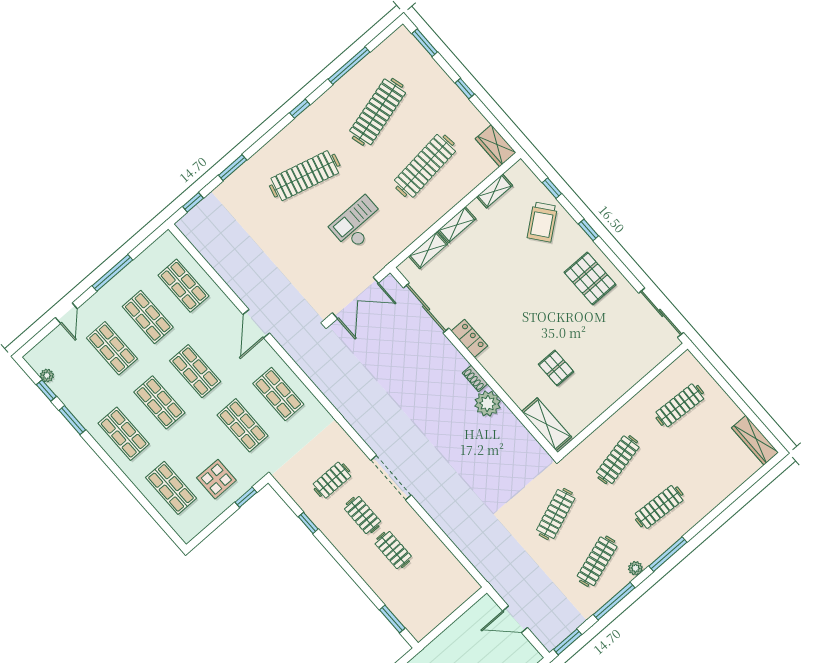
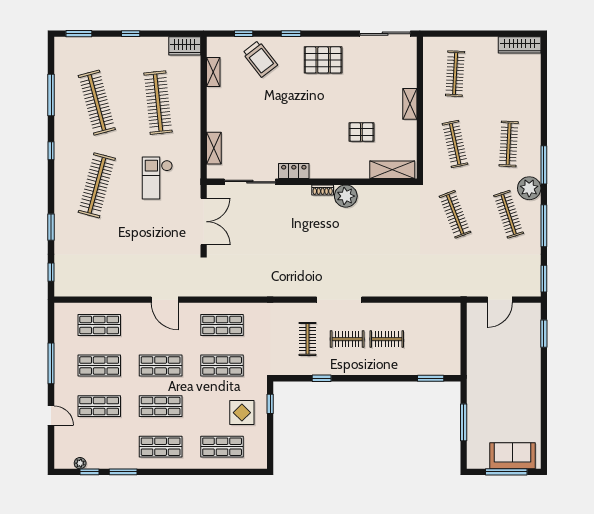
shelving: (457, 225) -> (410, 104), moved
plant: (635, 568) -> (529, 188), width x1.87, depth x1.87

